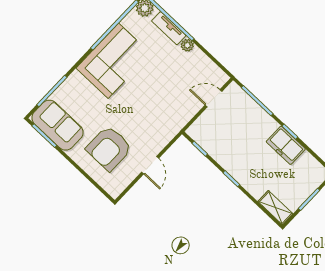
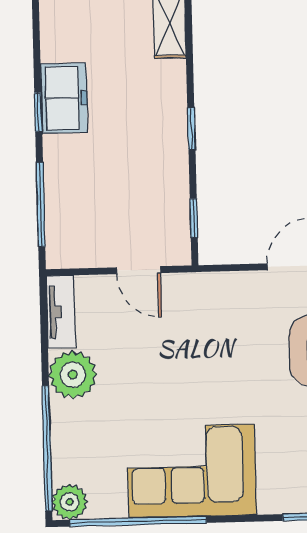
tv unit: (169, 28) -> (61, 312), moved
plant: (187, 45) -> (73, 375), width x1.88, depth x1.88
door: (213, 98) -> (138, 270), moved

